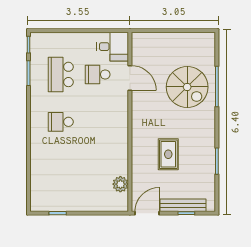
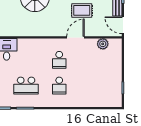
school desk: (98, 74) -> (59, 60), moved
door: (130, 78) -> (75, 37), moved

